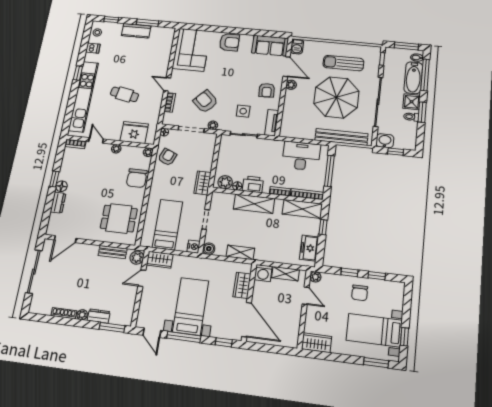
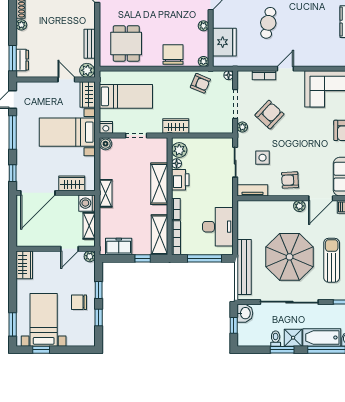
chair: (137, 178) -> (173, 54), turned 90
shelving: (240, 252) -> (106, 193), moved
bed with nightstands: (191, 306) -> (67, 132), moved, turned 180
dresser: (99, 316) -> (22, 60), moved

